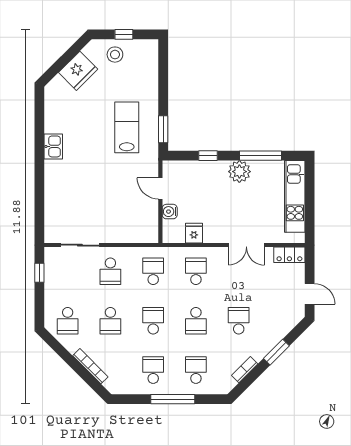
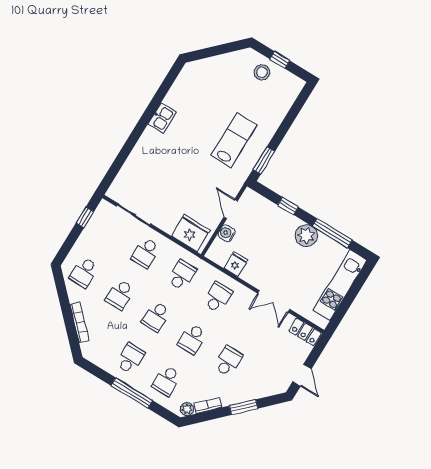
fridge: (78, 71) -> (191, 233), moved, turned -135
school desk: (153, 321) -> (156, 317), turned 180
school desk: (196, 370) -> (166, 381), turned 180
plant: (229, 384) -> (187, 409), added

